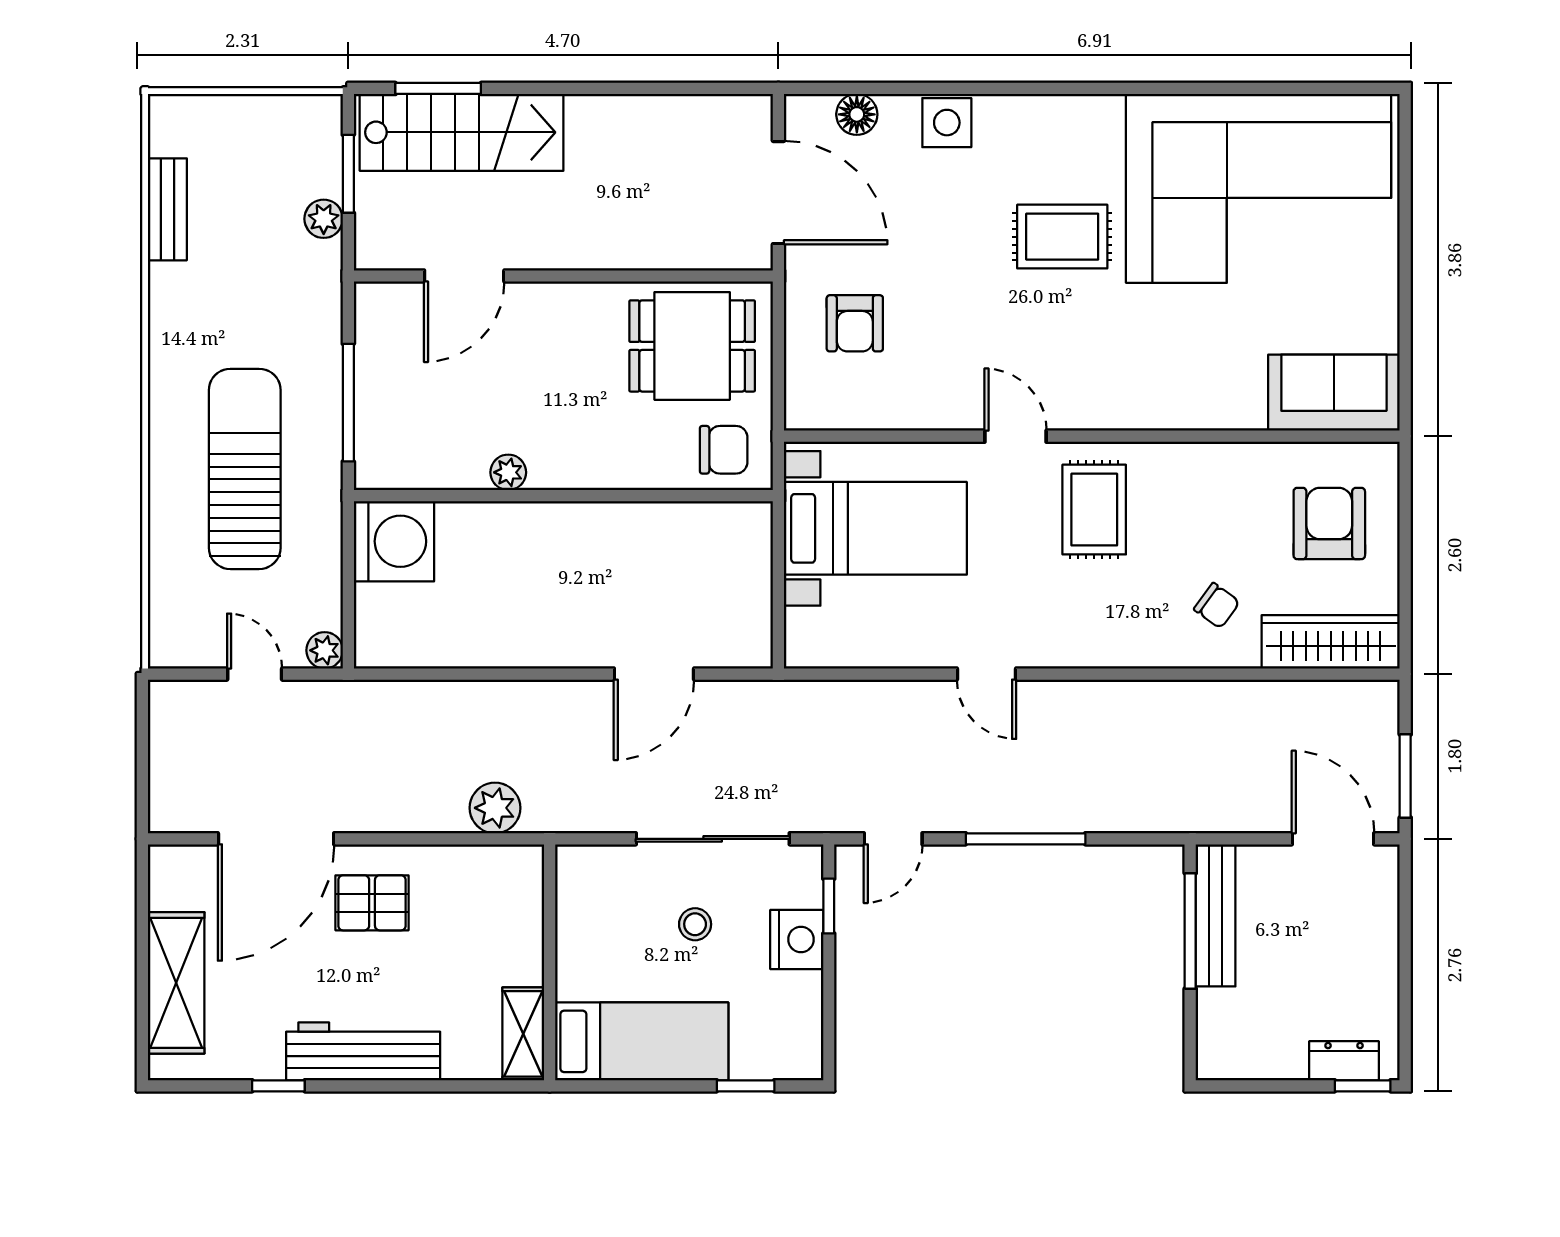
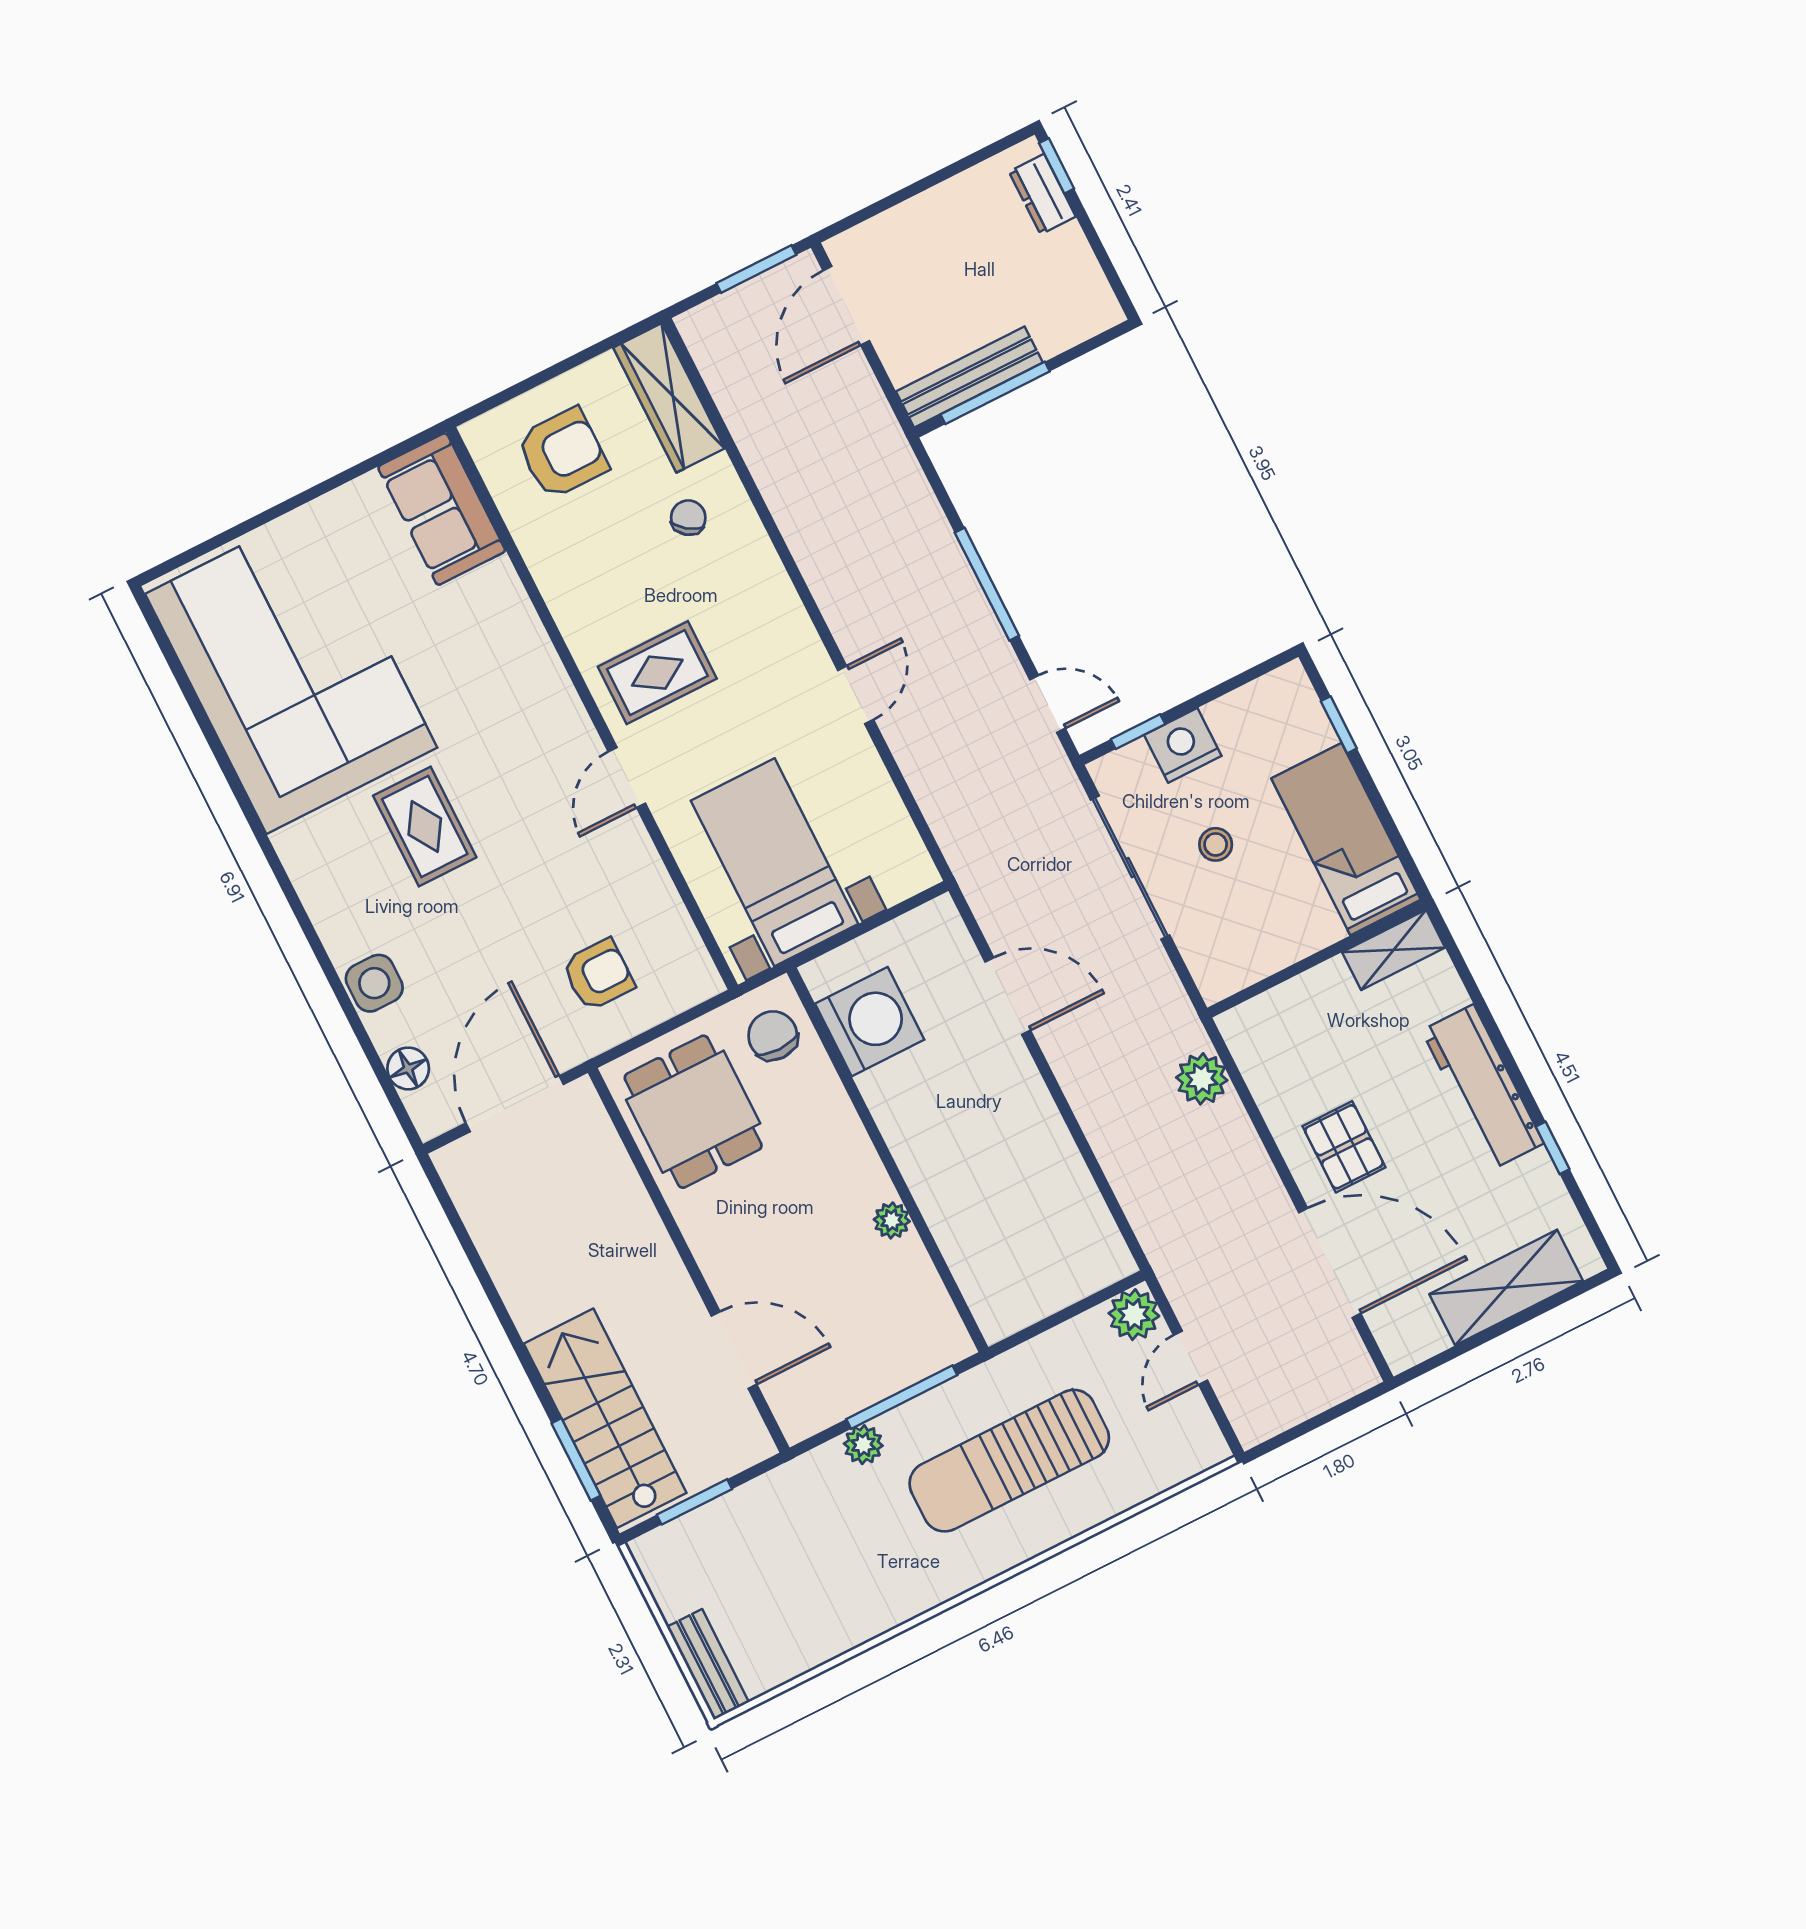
bench: (167, 209) -> (708, 1664), moved, turned 90
plant: (324, 219) -> (863, 1445), moved
armchair: (1329, 523) -> (562, 453), turned 180
washing machine: (394, 541) -> (870, 1022), moved, turned 90
plant: (325, 650) -> (1134, 1315), width x1.38, depth x1.38

